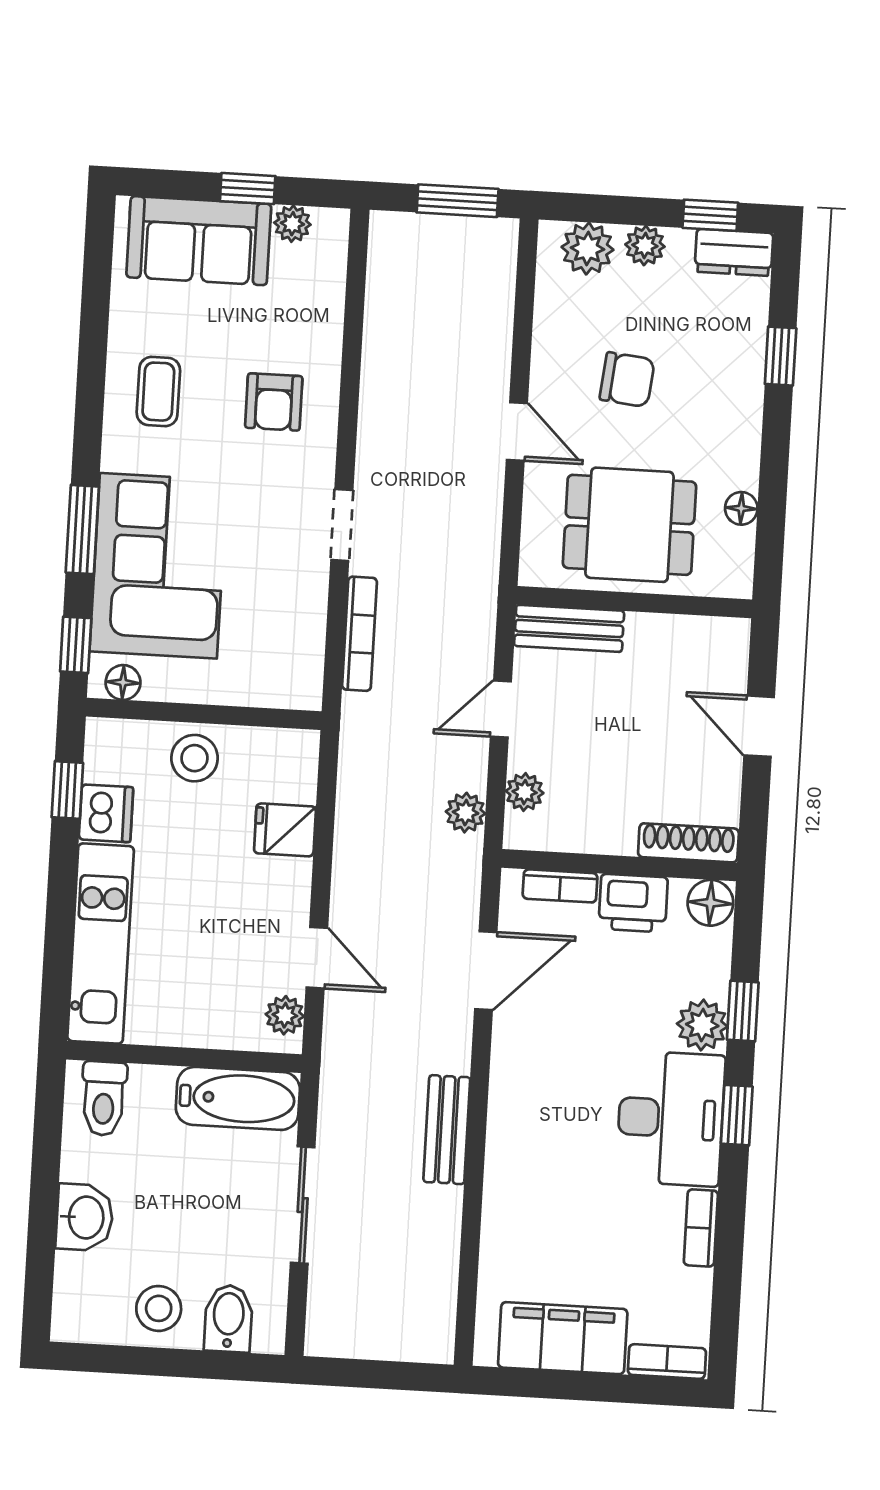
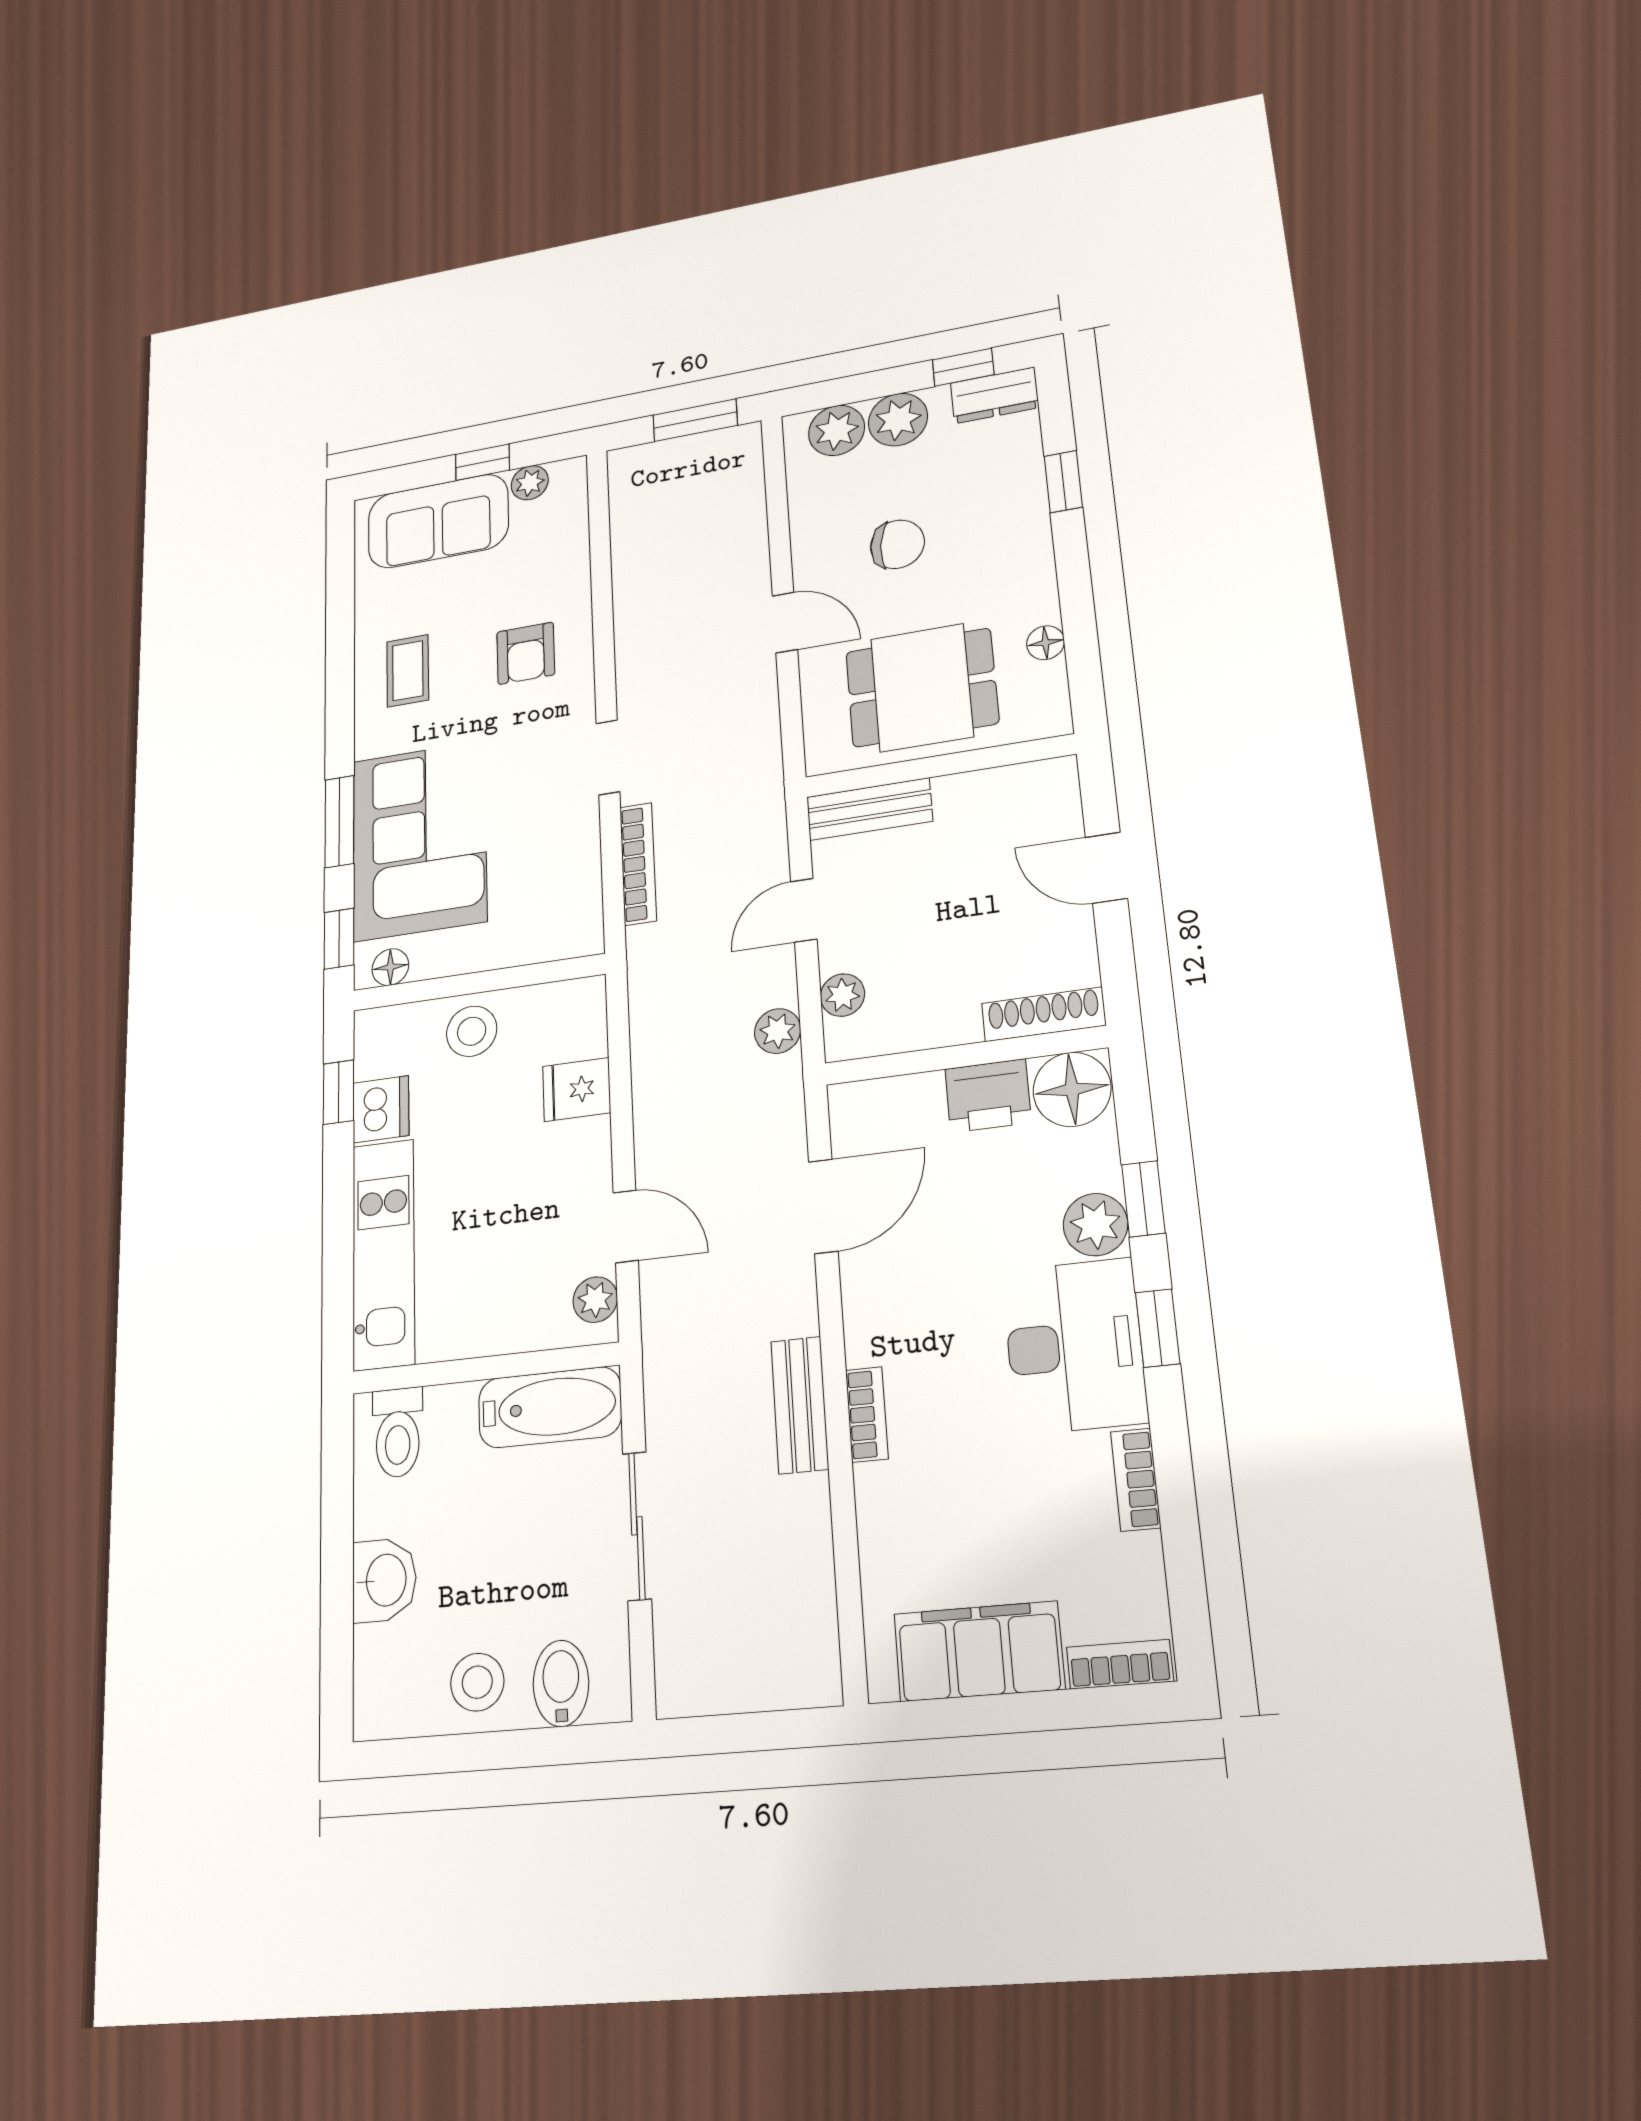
plant: (645, 246) -> (898, 420), width x1.38, depth x1.38
bookcase: (560, 886) -> (867, 1414), moved, turned -90
floor lamp: (710, 903) -> (1072, 1089), width x1.38, depth x1.38

